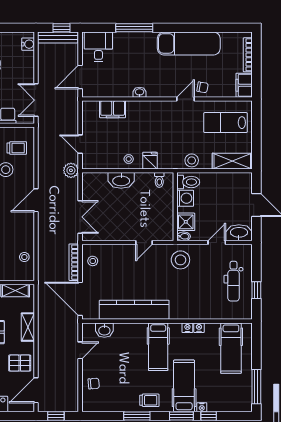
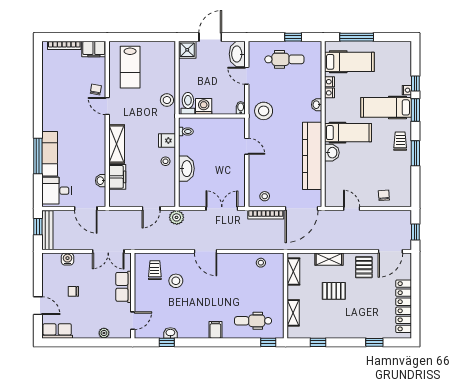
exam couch: (189, 43) -> (50, 154), moved, width x0.73, depth x0.69
water cooler: (28, 44) -> (67, 259), moved
washbasin: (139, 92) -> (101, 181), moved
shelving: (232, 161) -> (117, 144), moved
shower: (186, 222) -> (187, 50), moved
washbasin: (187, 314) -> (317, 105), added
nightstand: (187, 328) -> (330, 82), moved
washbasin: (104, 330) -> (332, 153), moved
window: (256, 387) -> (357, 37), moved
door: (36, 390) -> (390, 251), hinge flipped

